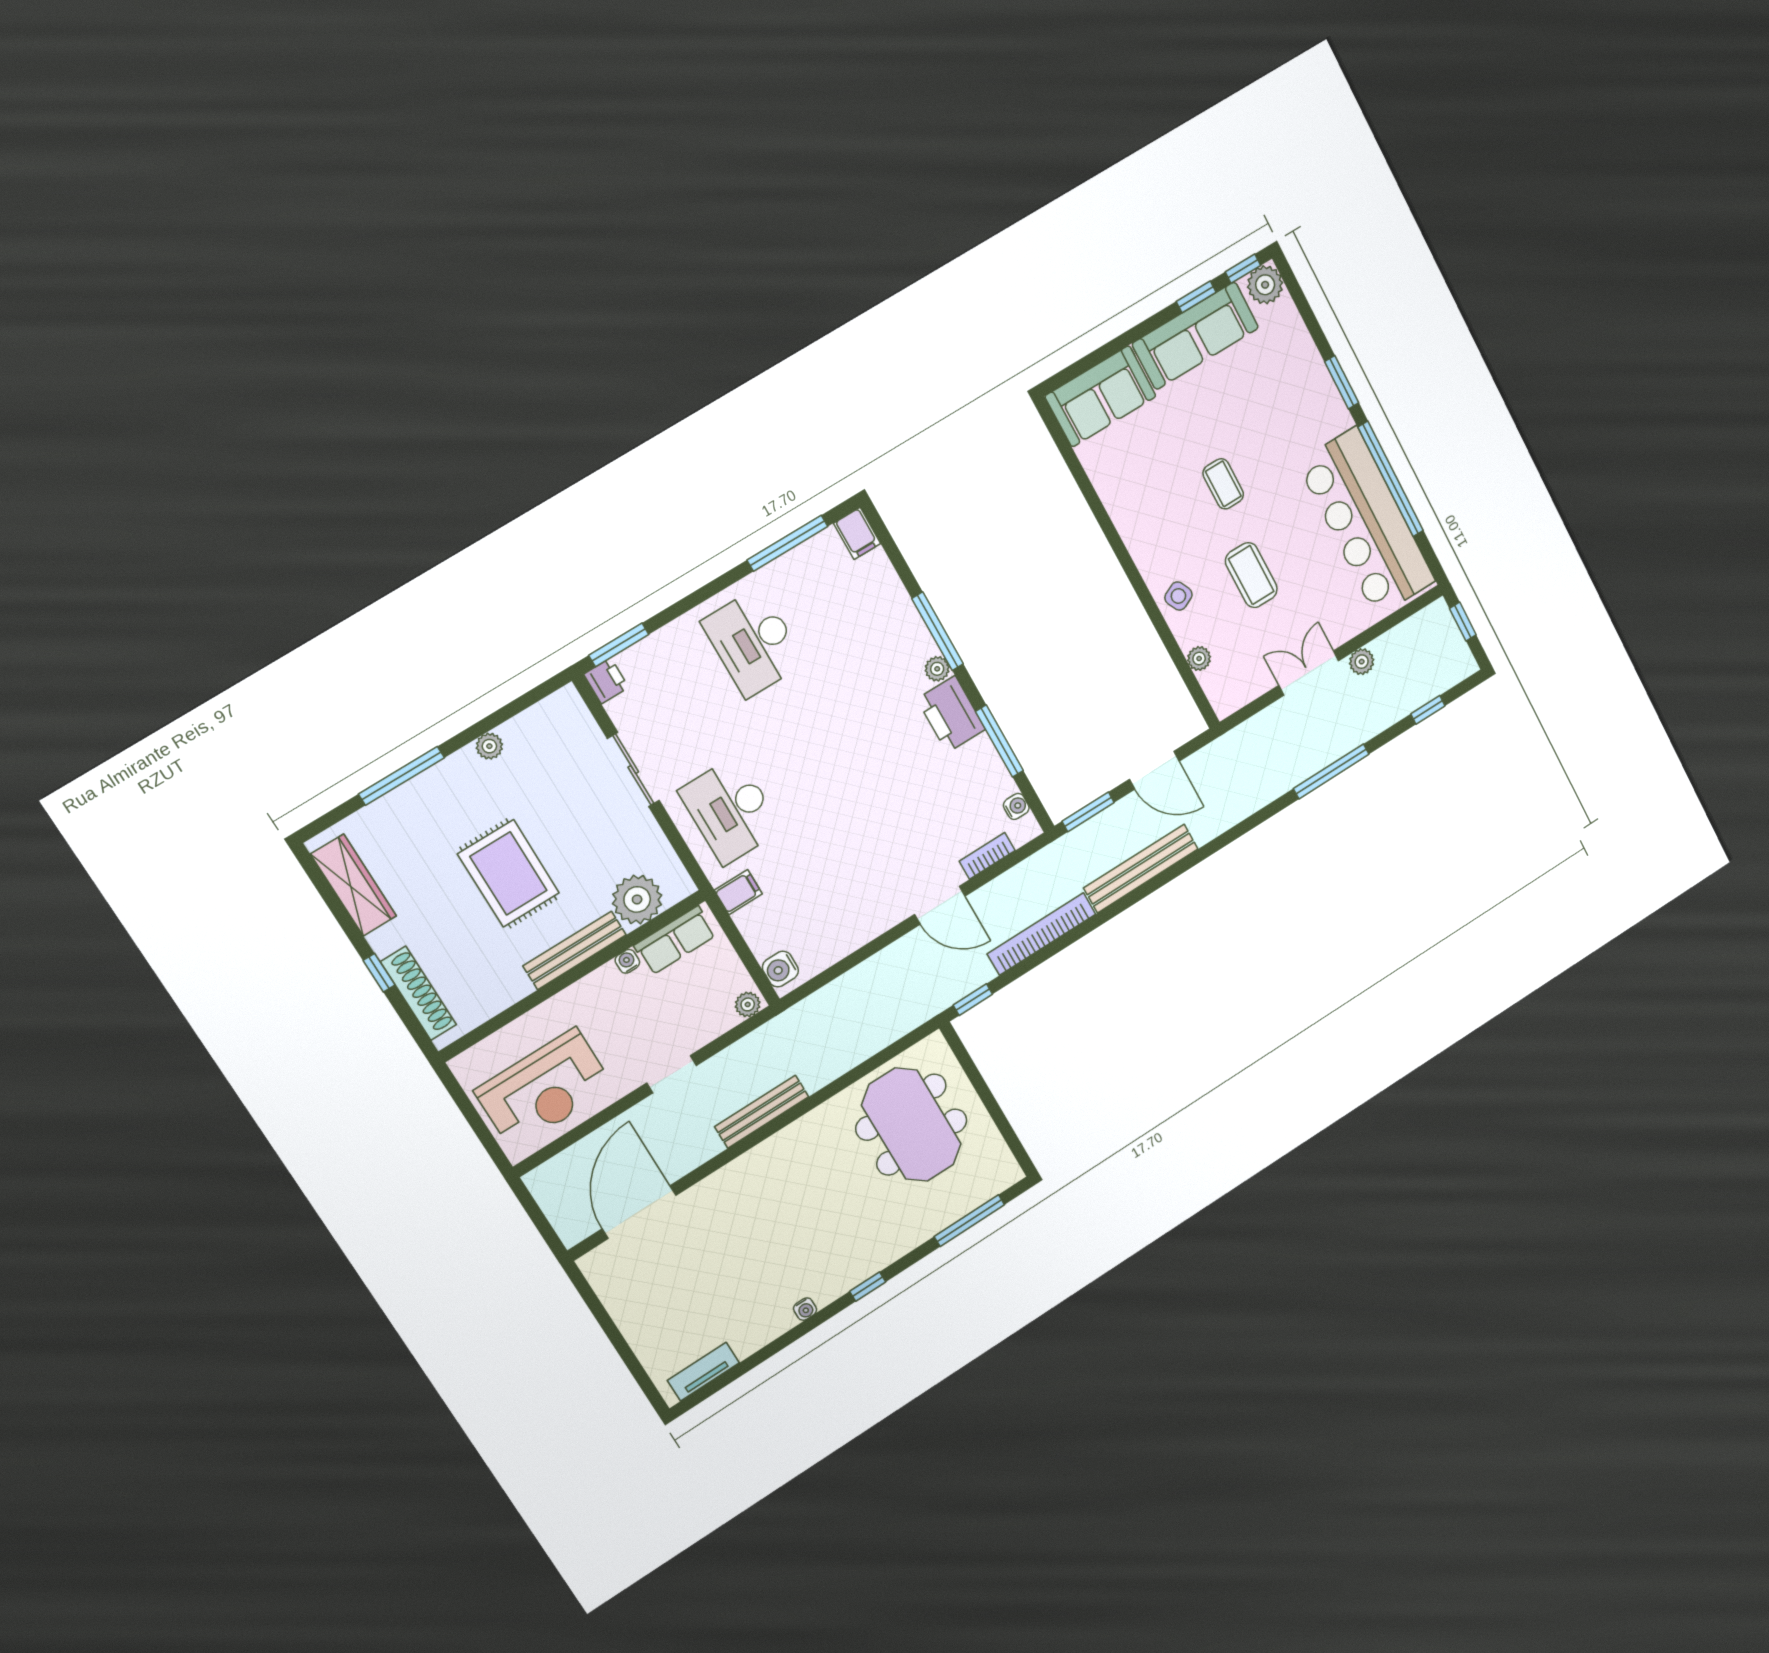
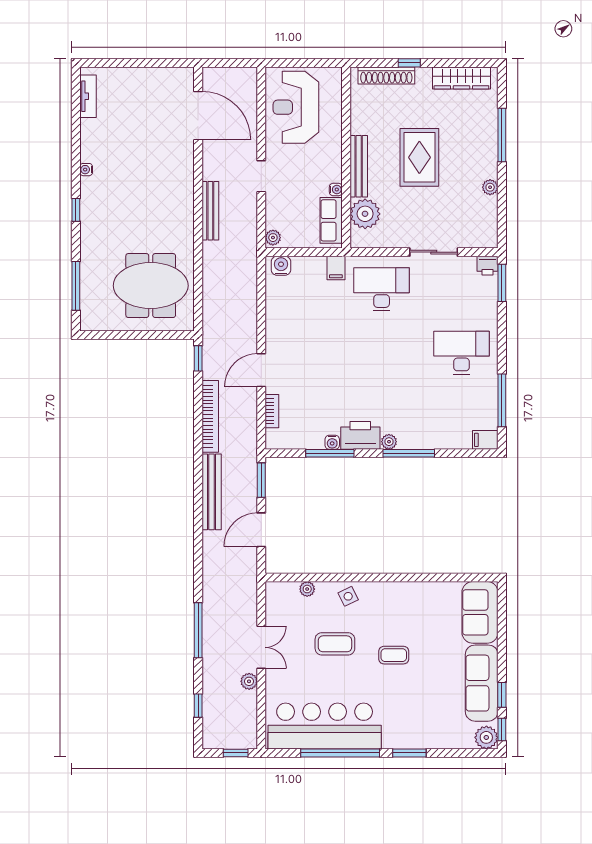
water cooler: (1016, 806) -> (332, 442), moved
rug: (508, 873) -> (419, 157), turned 90

